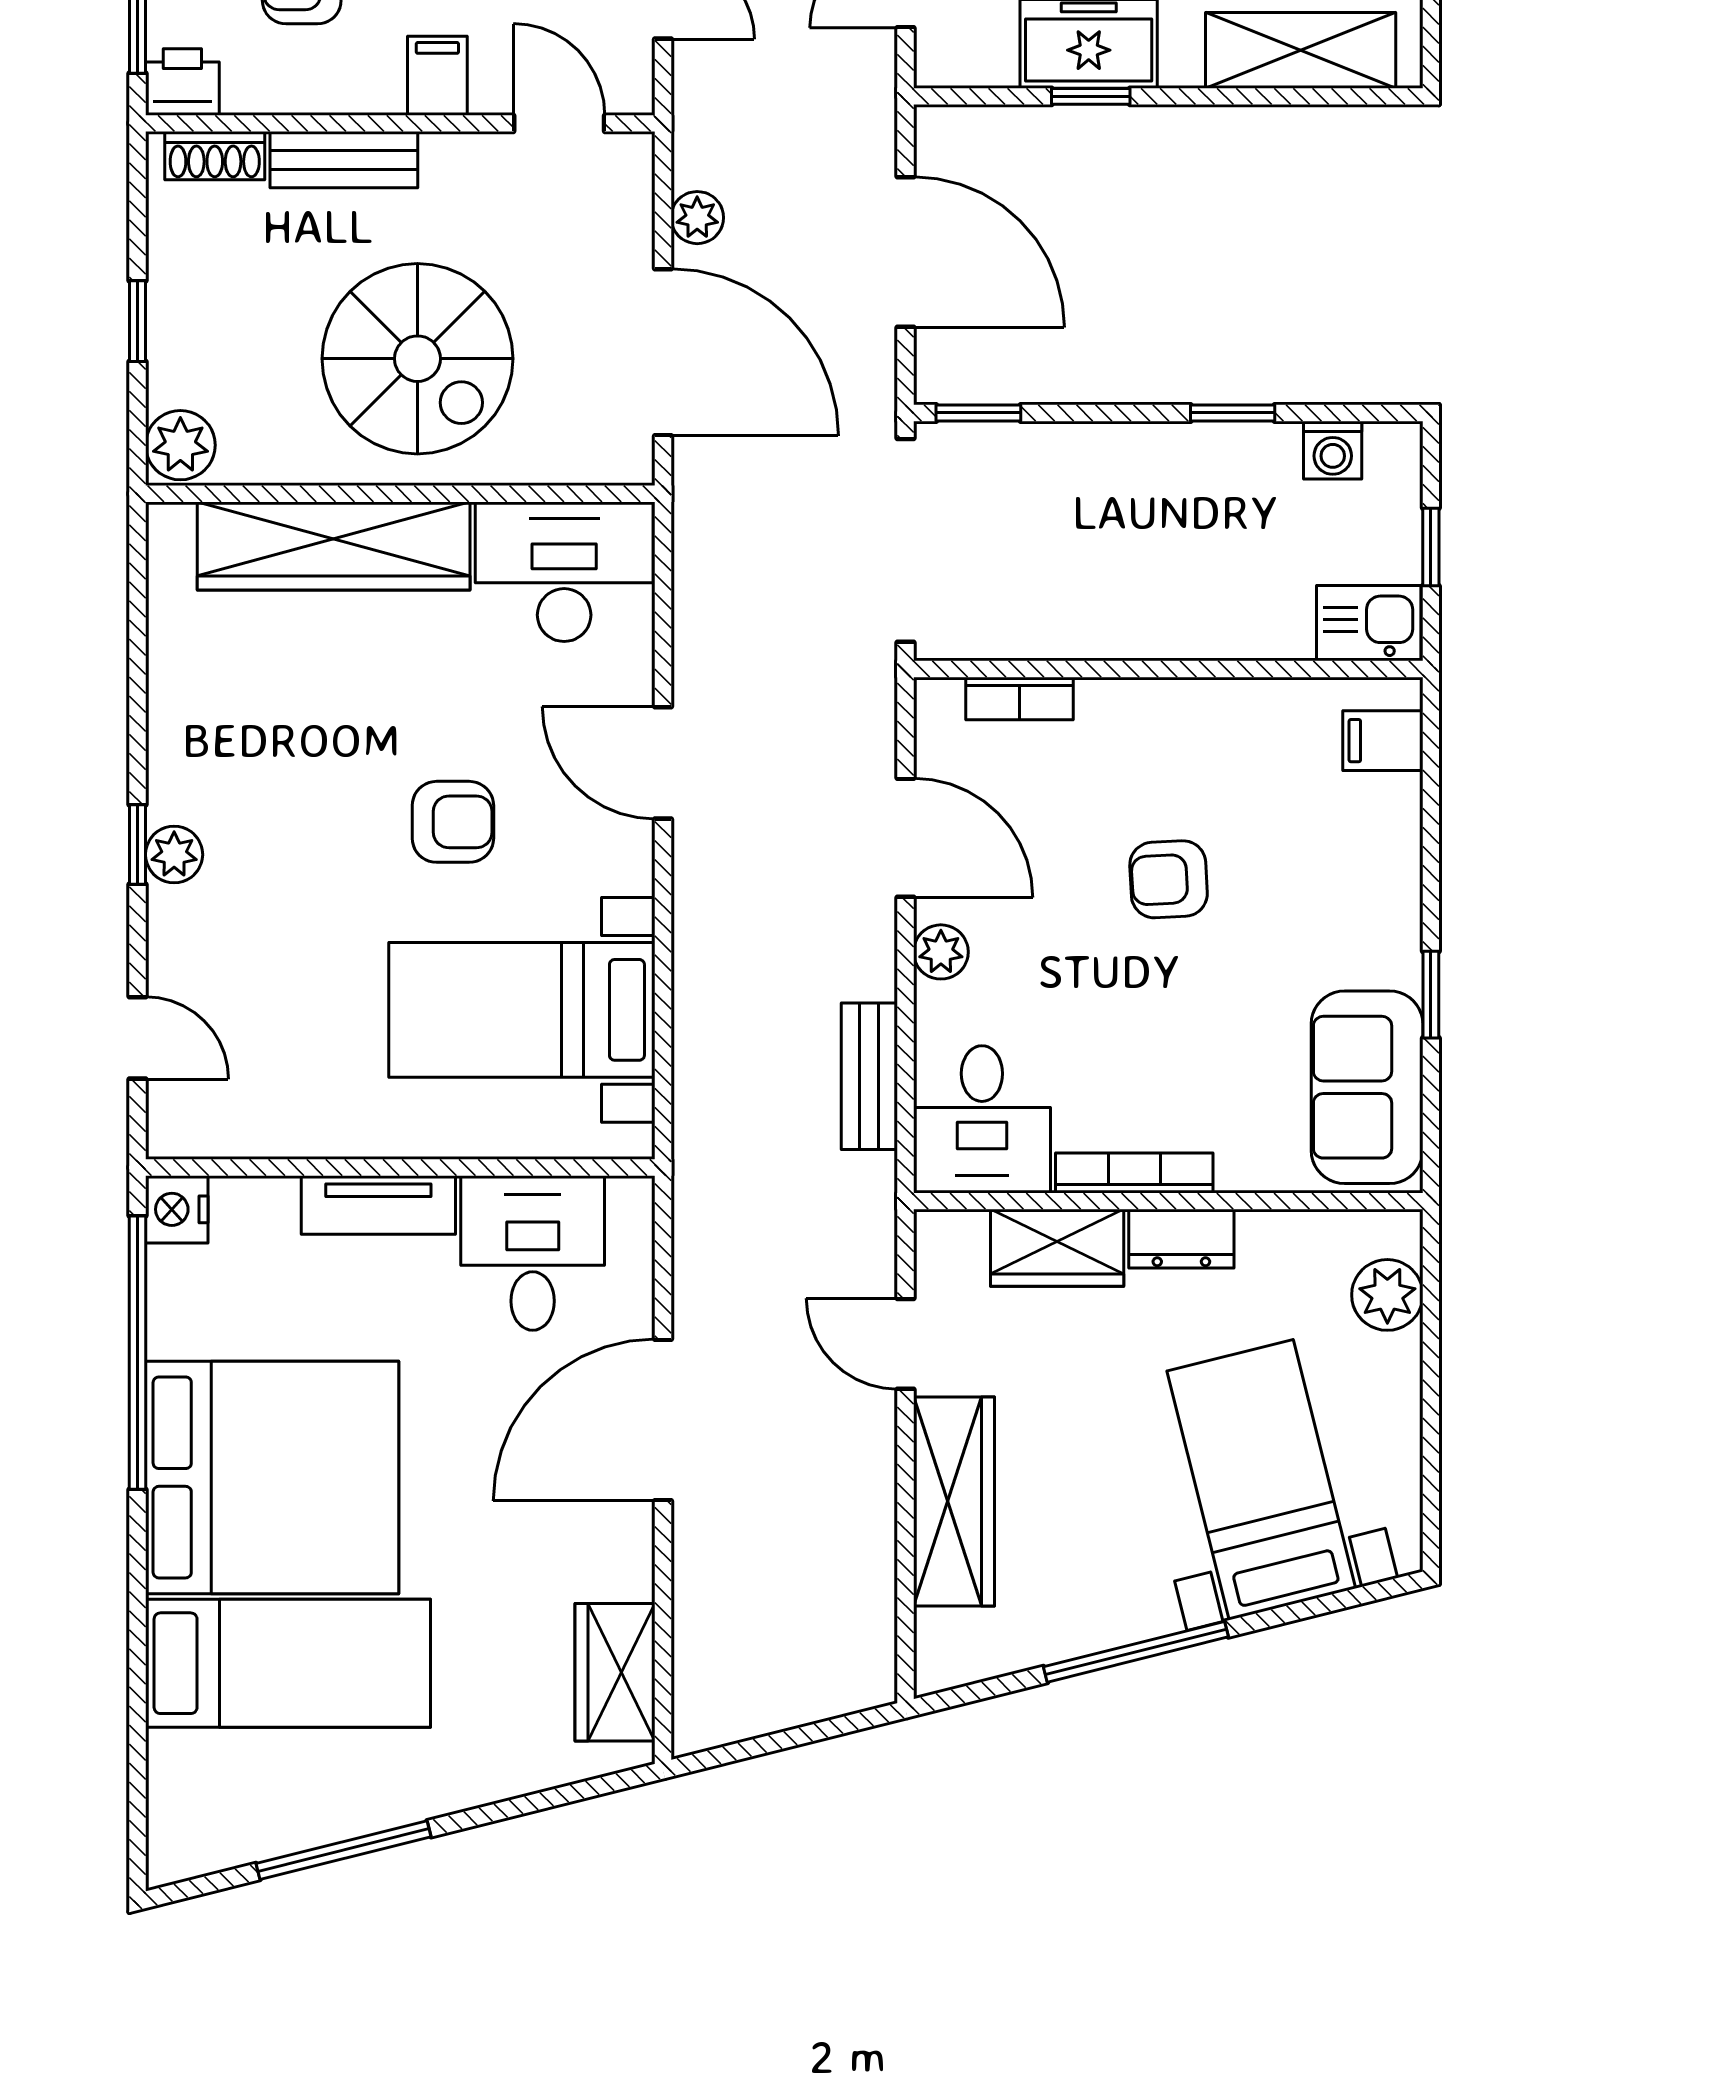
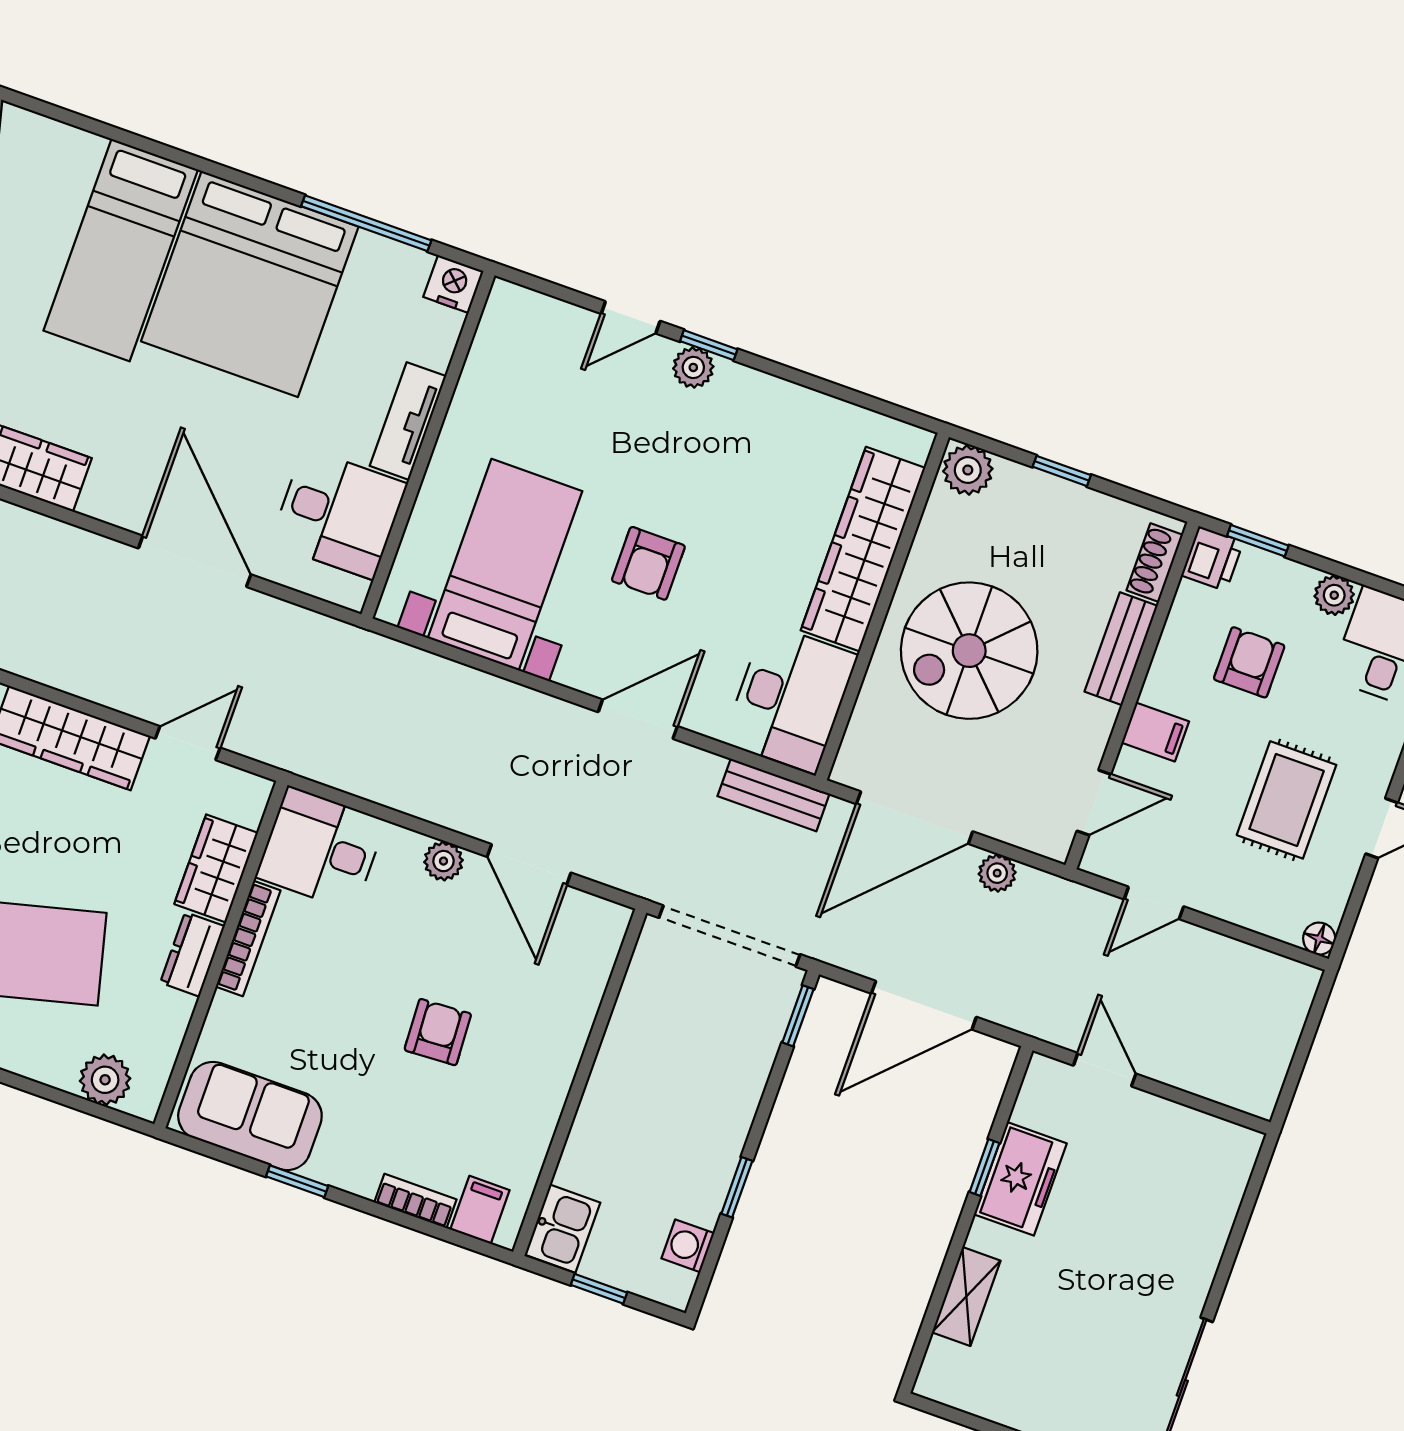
shelving: (1301, 50) -> (966, 1296), width x0.67, depth x0.75
bookcase: (1019, 698) -> (415, 1201), moved, turned 90
door: (905, 838) -> (529, 865), hinge flipped
door: (138, 1038) -> (631, 317), moved
bench: (869, 1076) -> (774, 795), moved
window: (138, 1353) -> (366, 223), width x0.68

